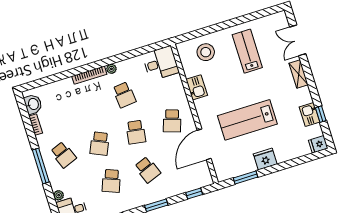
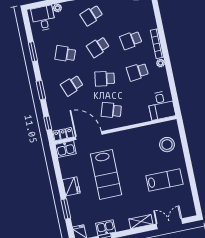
kitchen sink: (197, 87) -> (66, 149), moved
school desk: (88, 106) -> (131, 40), added
lab bench: (247, 120) -> (106, 174), turned 180
school desk: (100, 143) -> (98, 47), turned -45
locker: (205, 174) -> (63, 134), added
window: (246, 178) -> (66, 209), moved

